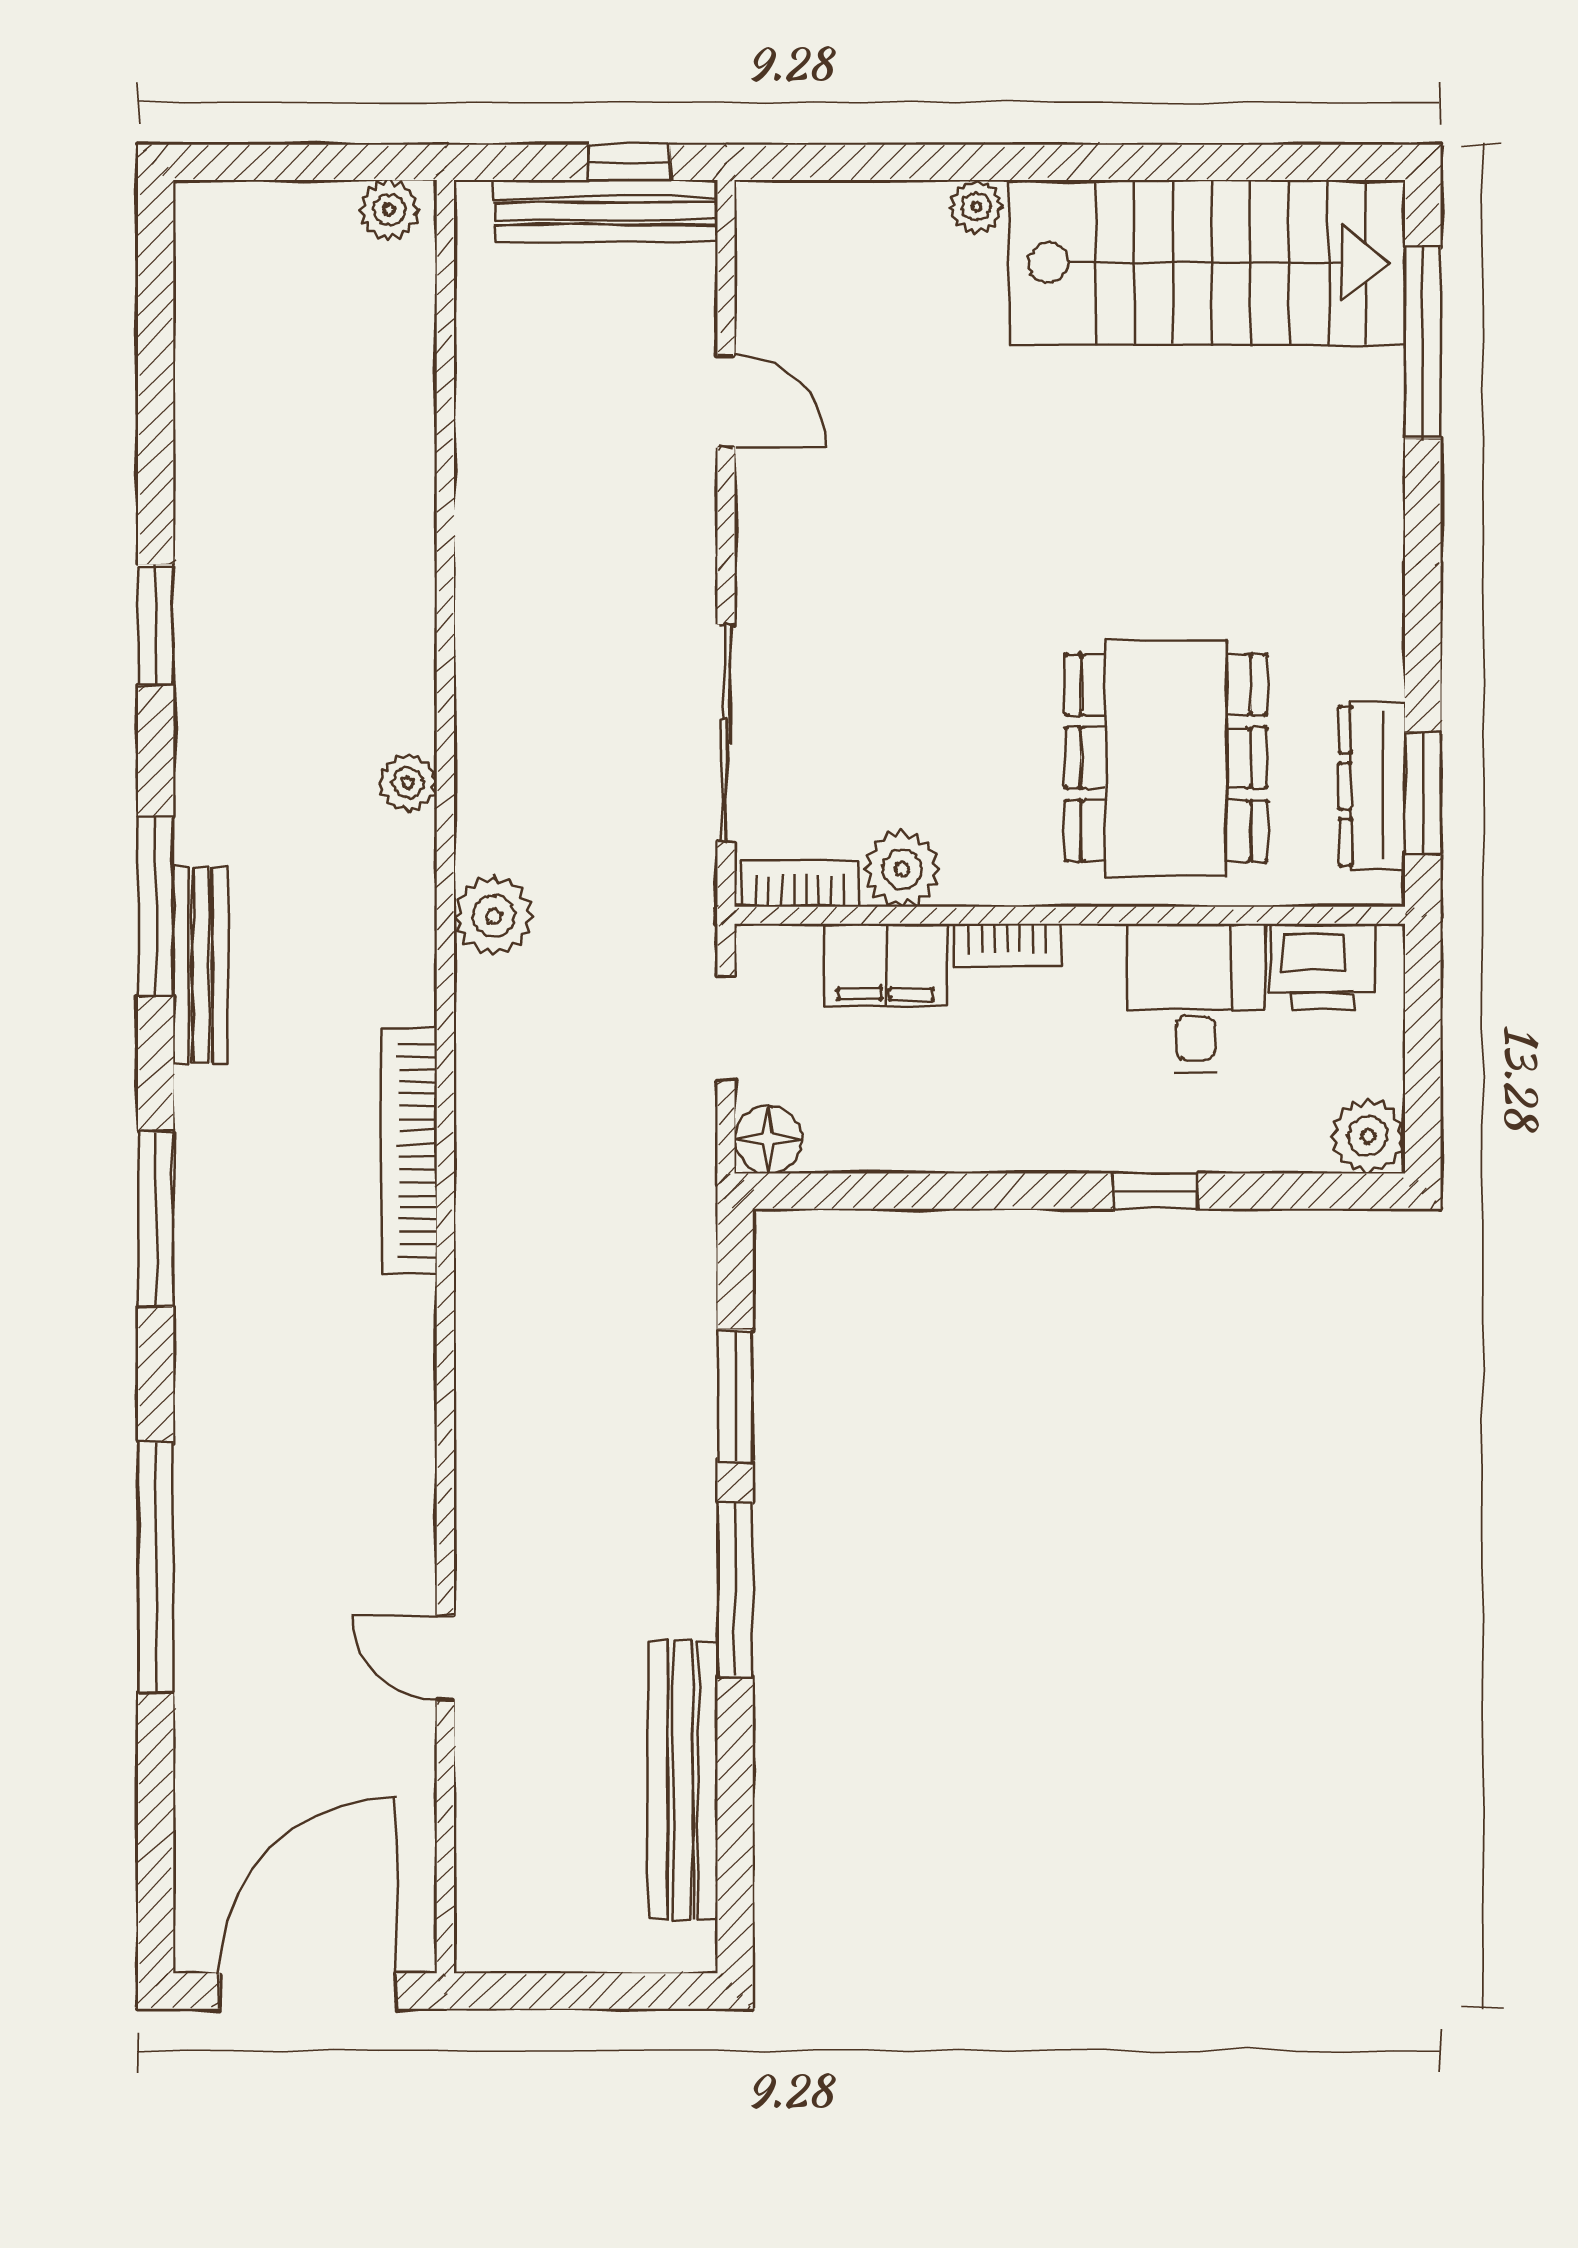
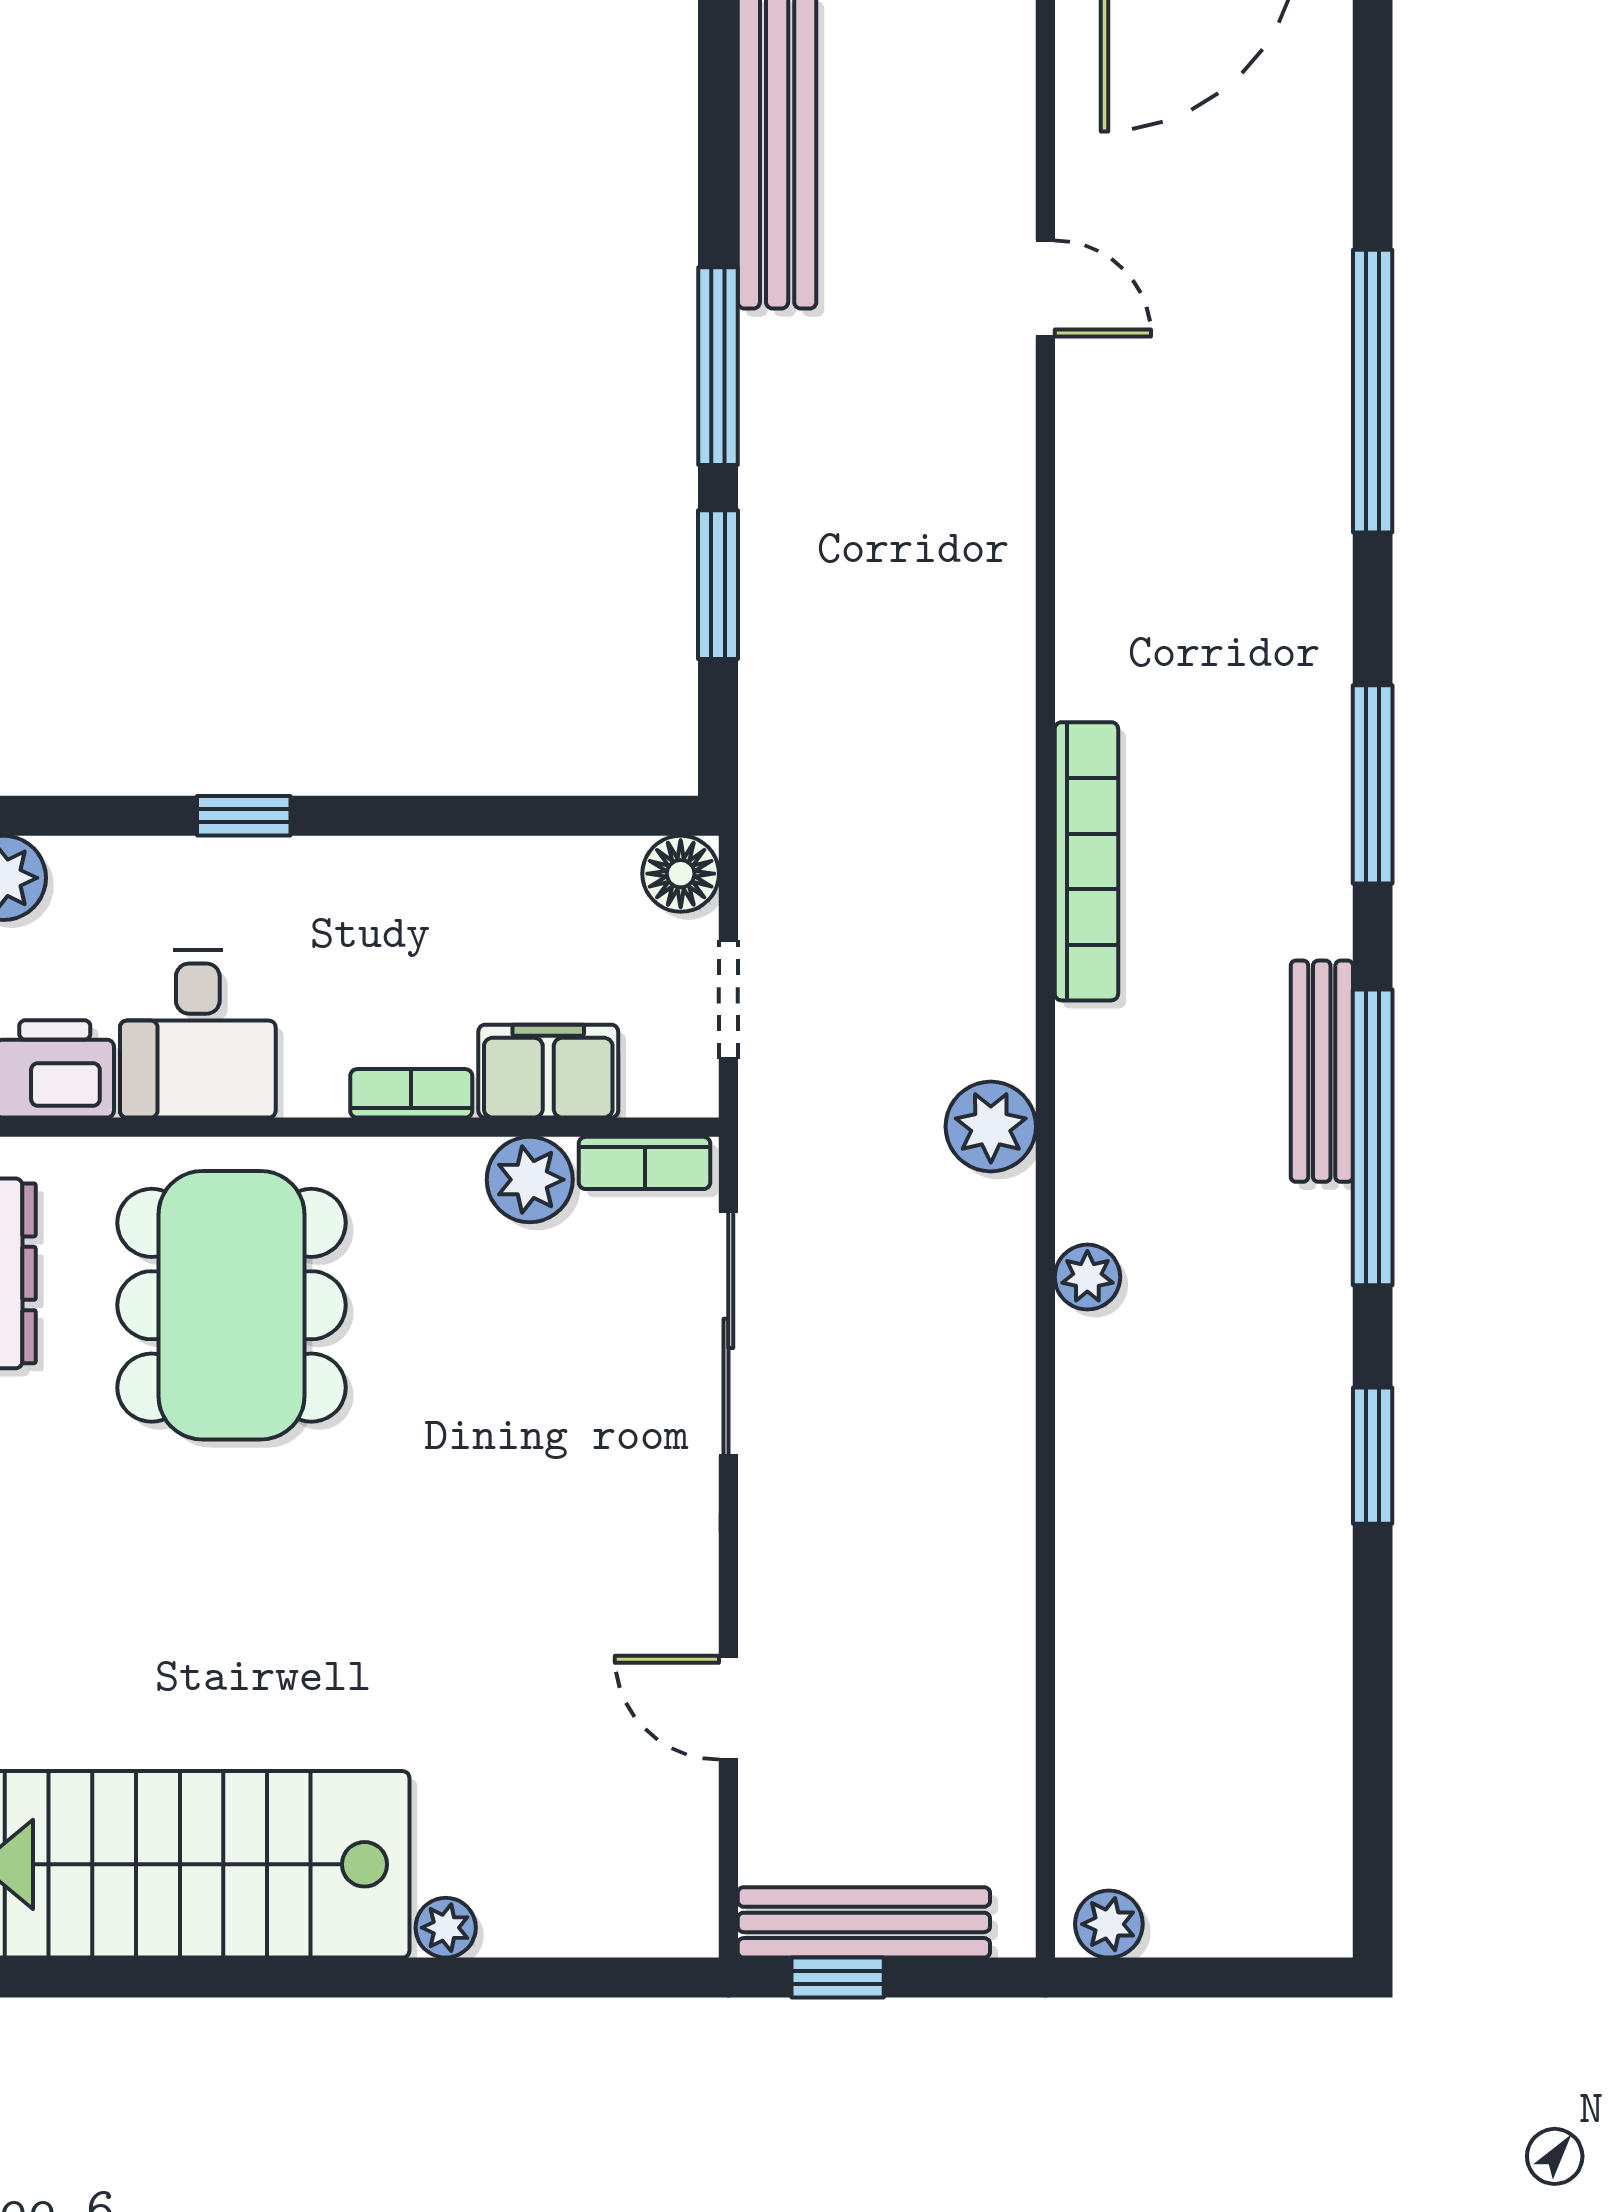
window: (156, 906) -> (1373, 1137), width x1.46

